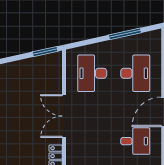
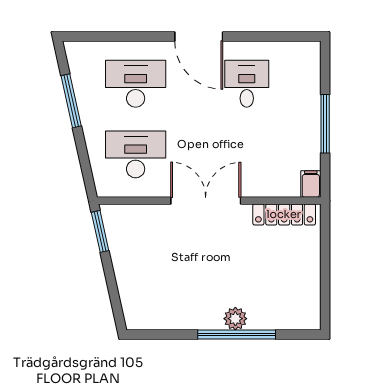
desk: (92, 73) -> (136, 154), turned 180
double door: (64, 116) -> (206, 201), swing flipped

